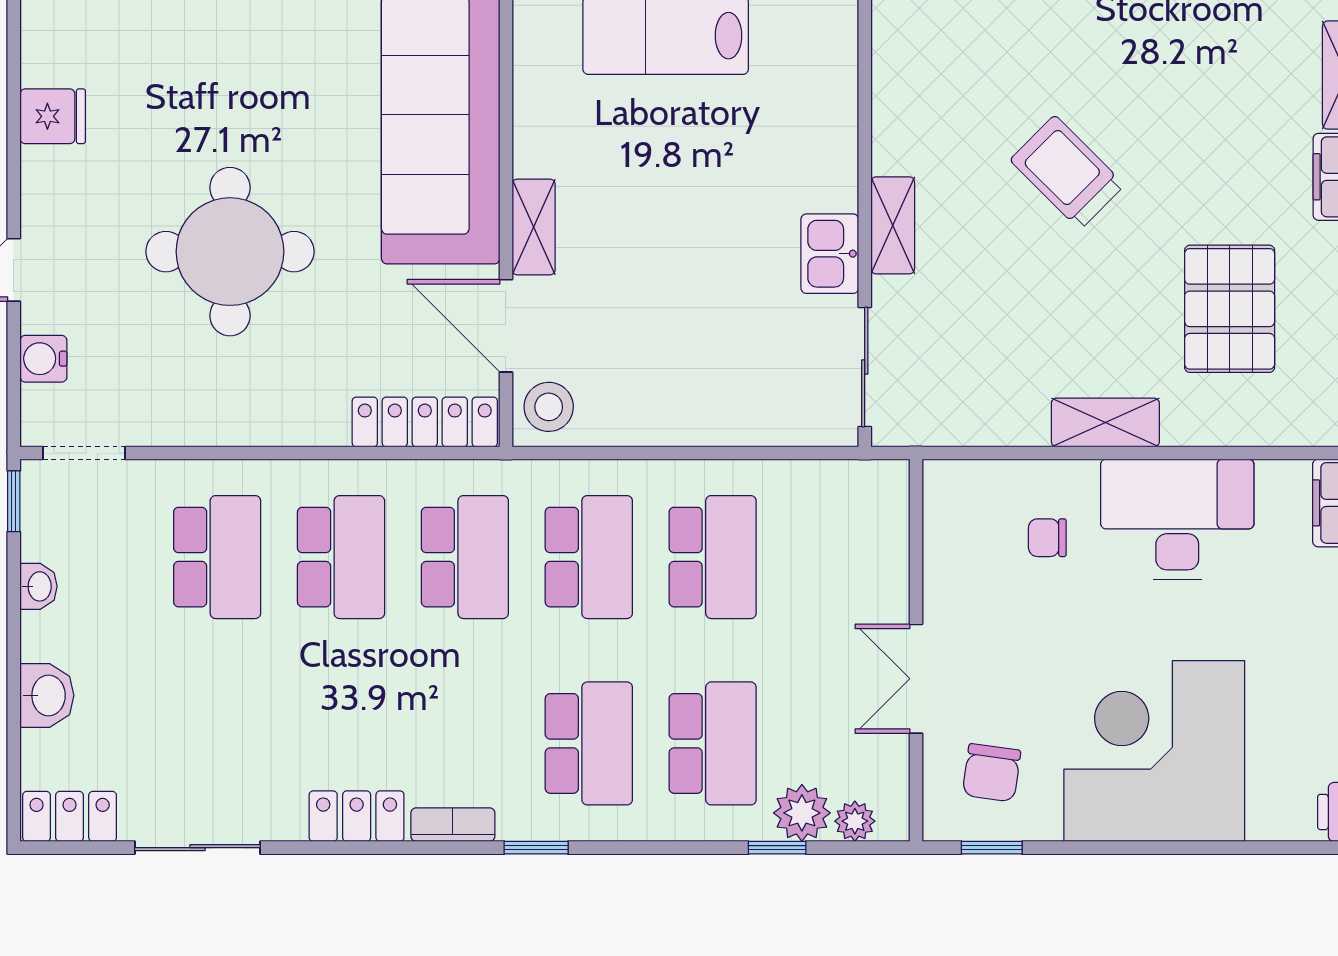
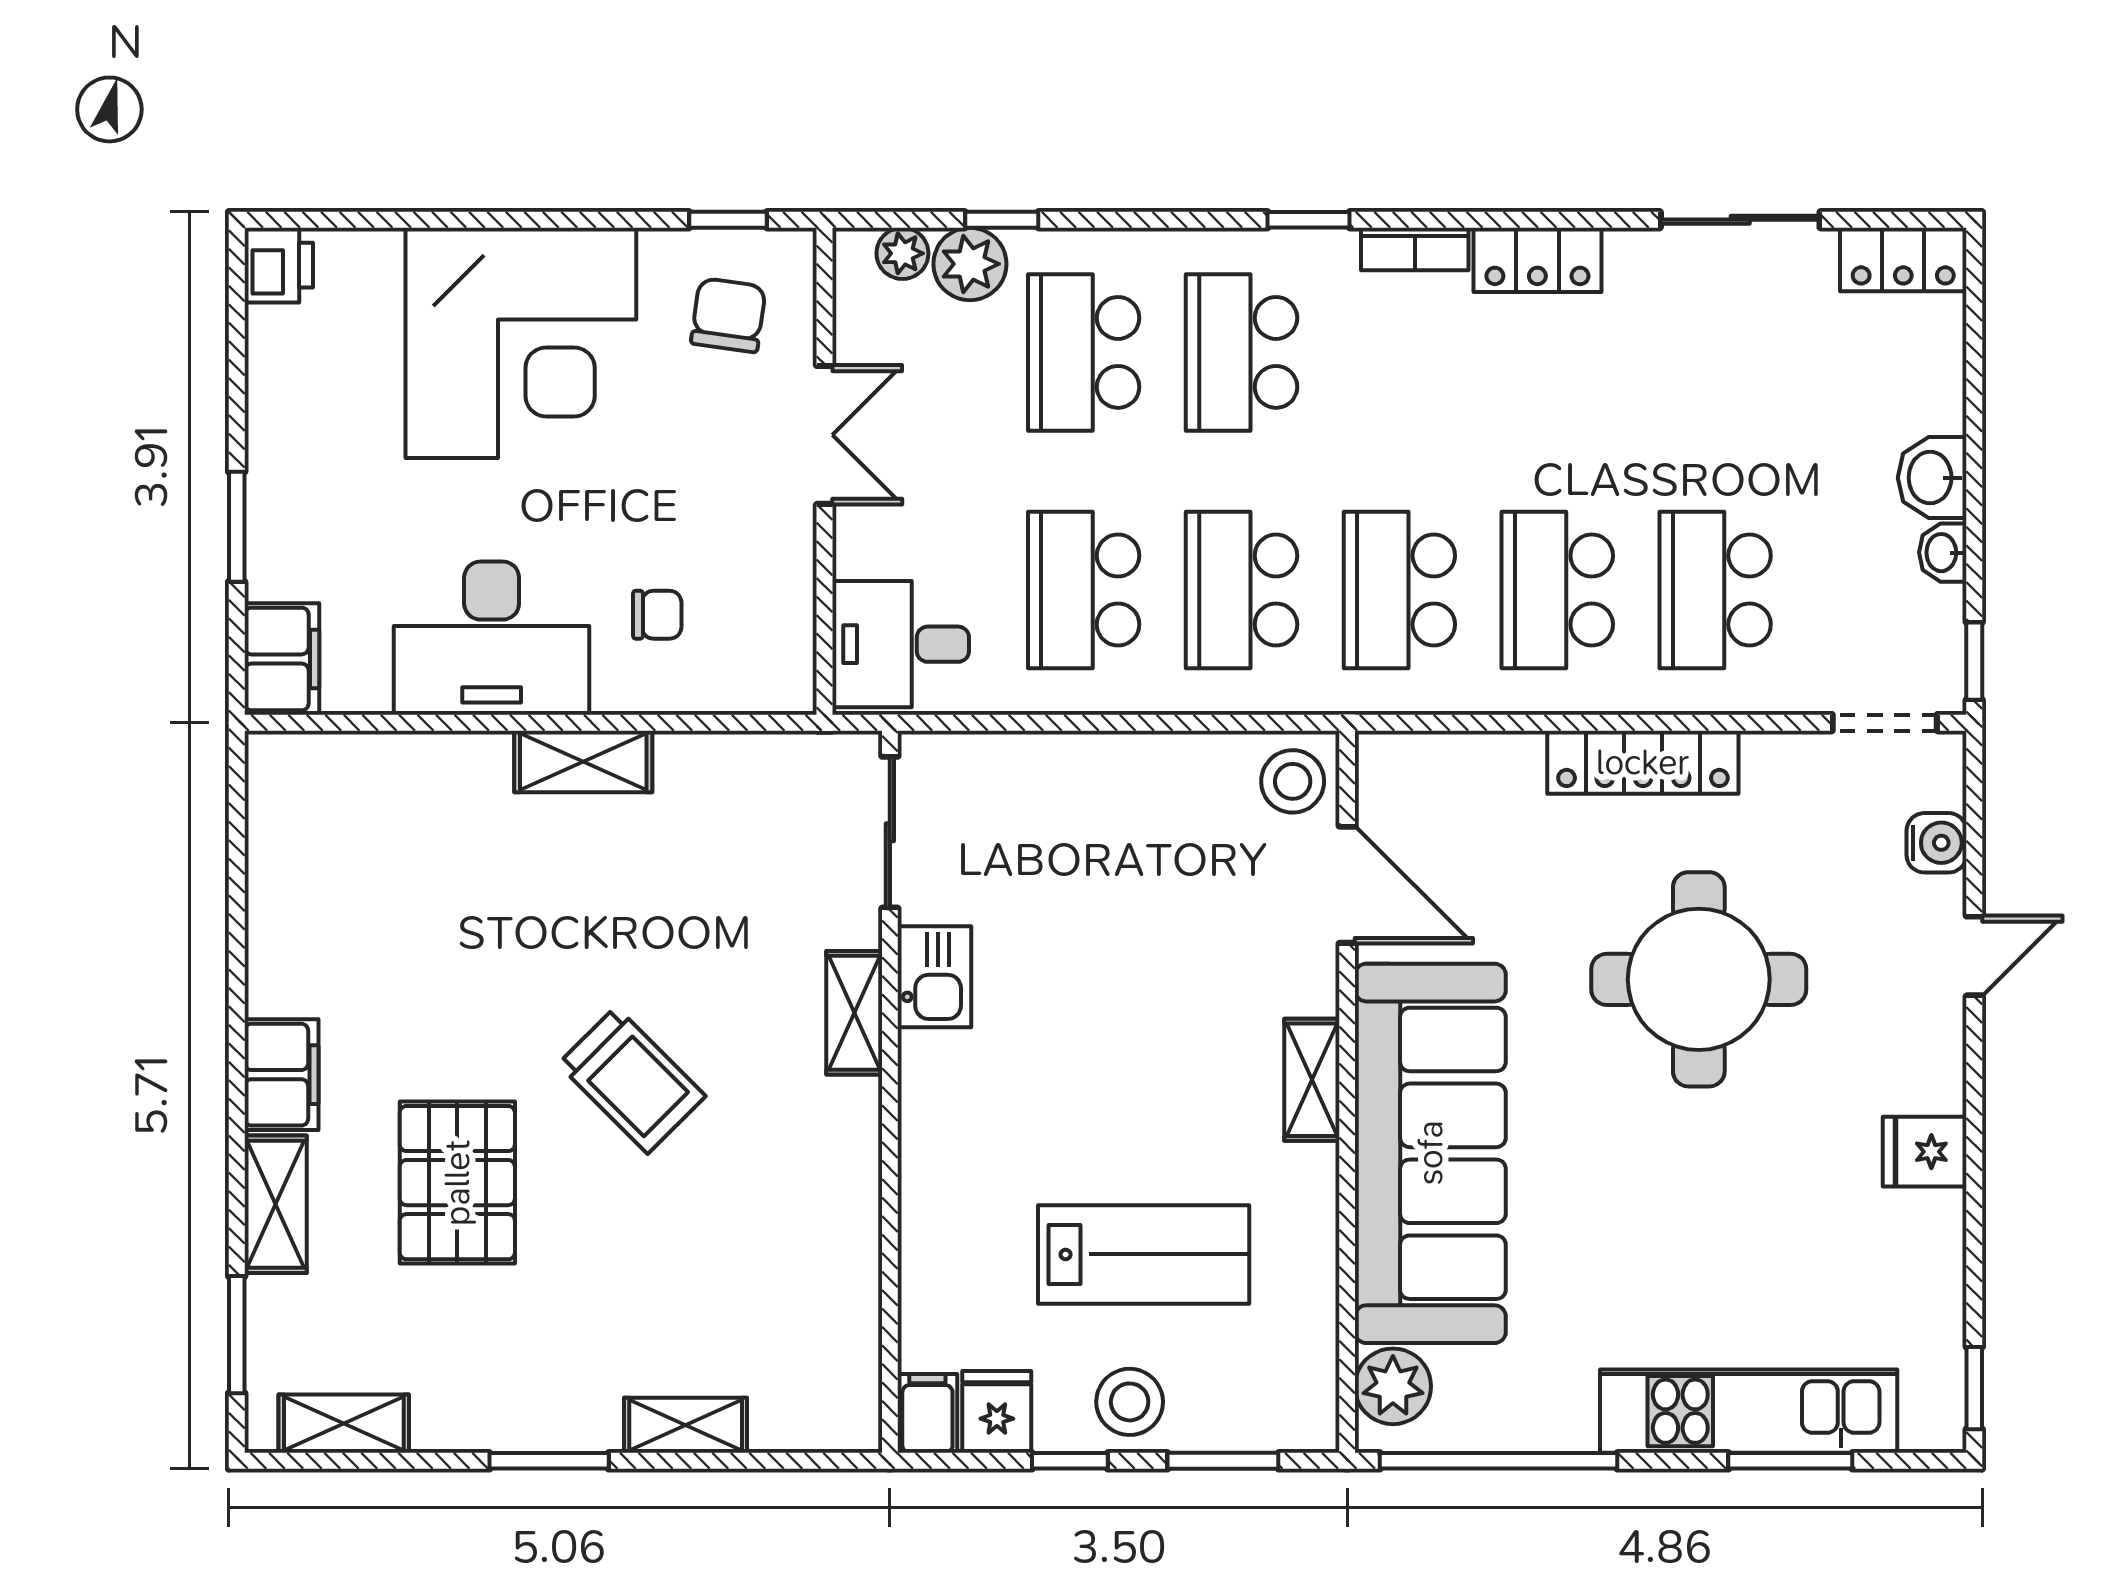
shelving: (534, 227) -> (1312, 1080), moved
pallet: (1230, 309) -> (457, 1183), moved
locker: (425, 422) -> (1643, 762), moved
desk: (856, 515) -> (901, 644), added
washbasin: (47, 695) -> (1932, 478), moved

